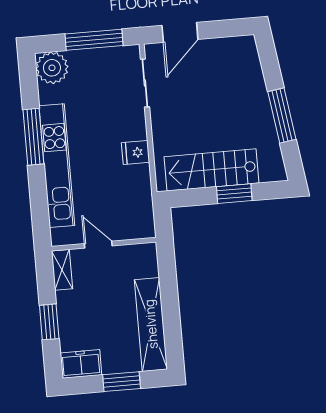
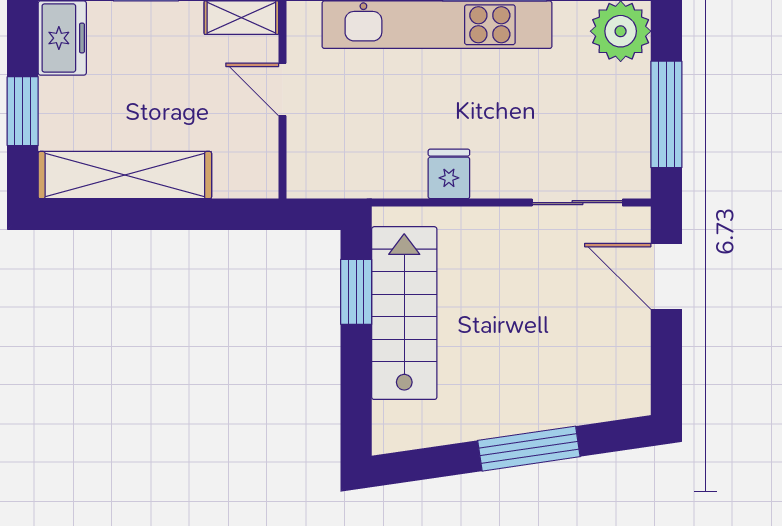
window: (282, 116) -> (529, 449), moved
window: (234, 194) -> (356, 292), moved
door: (98, 245) -> (282, 89), swing flipped

